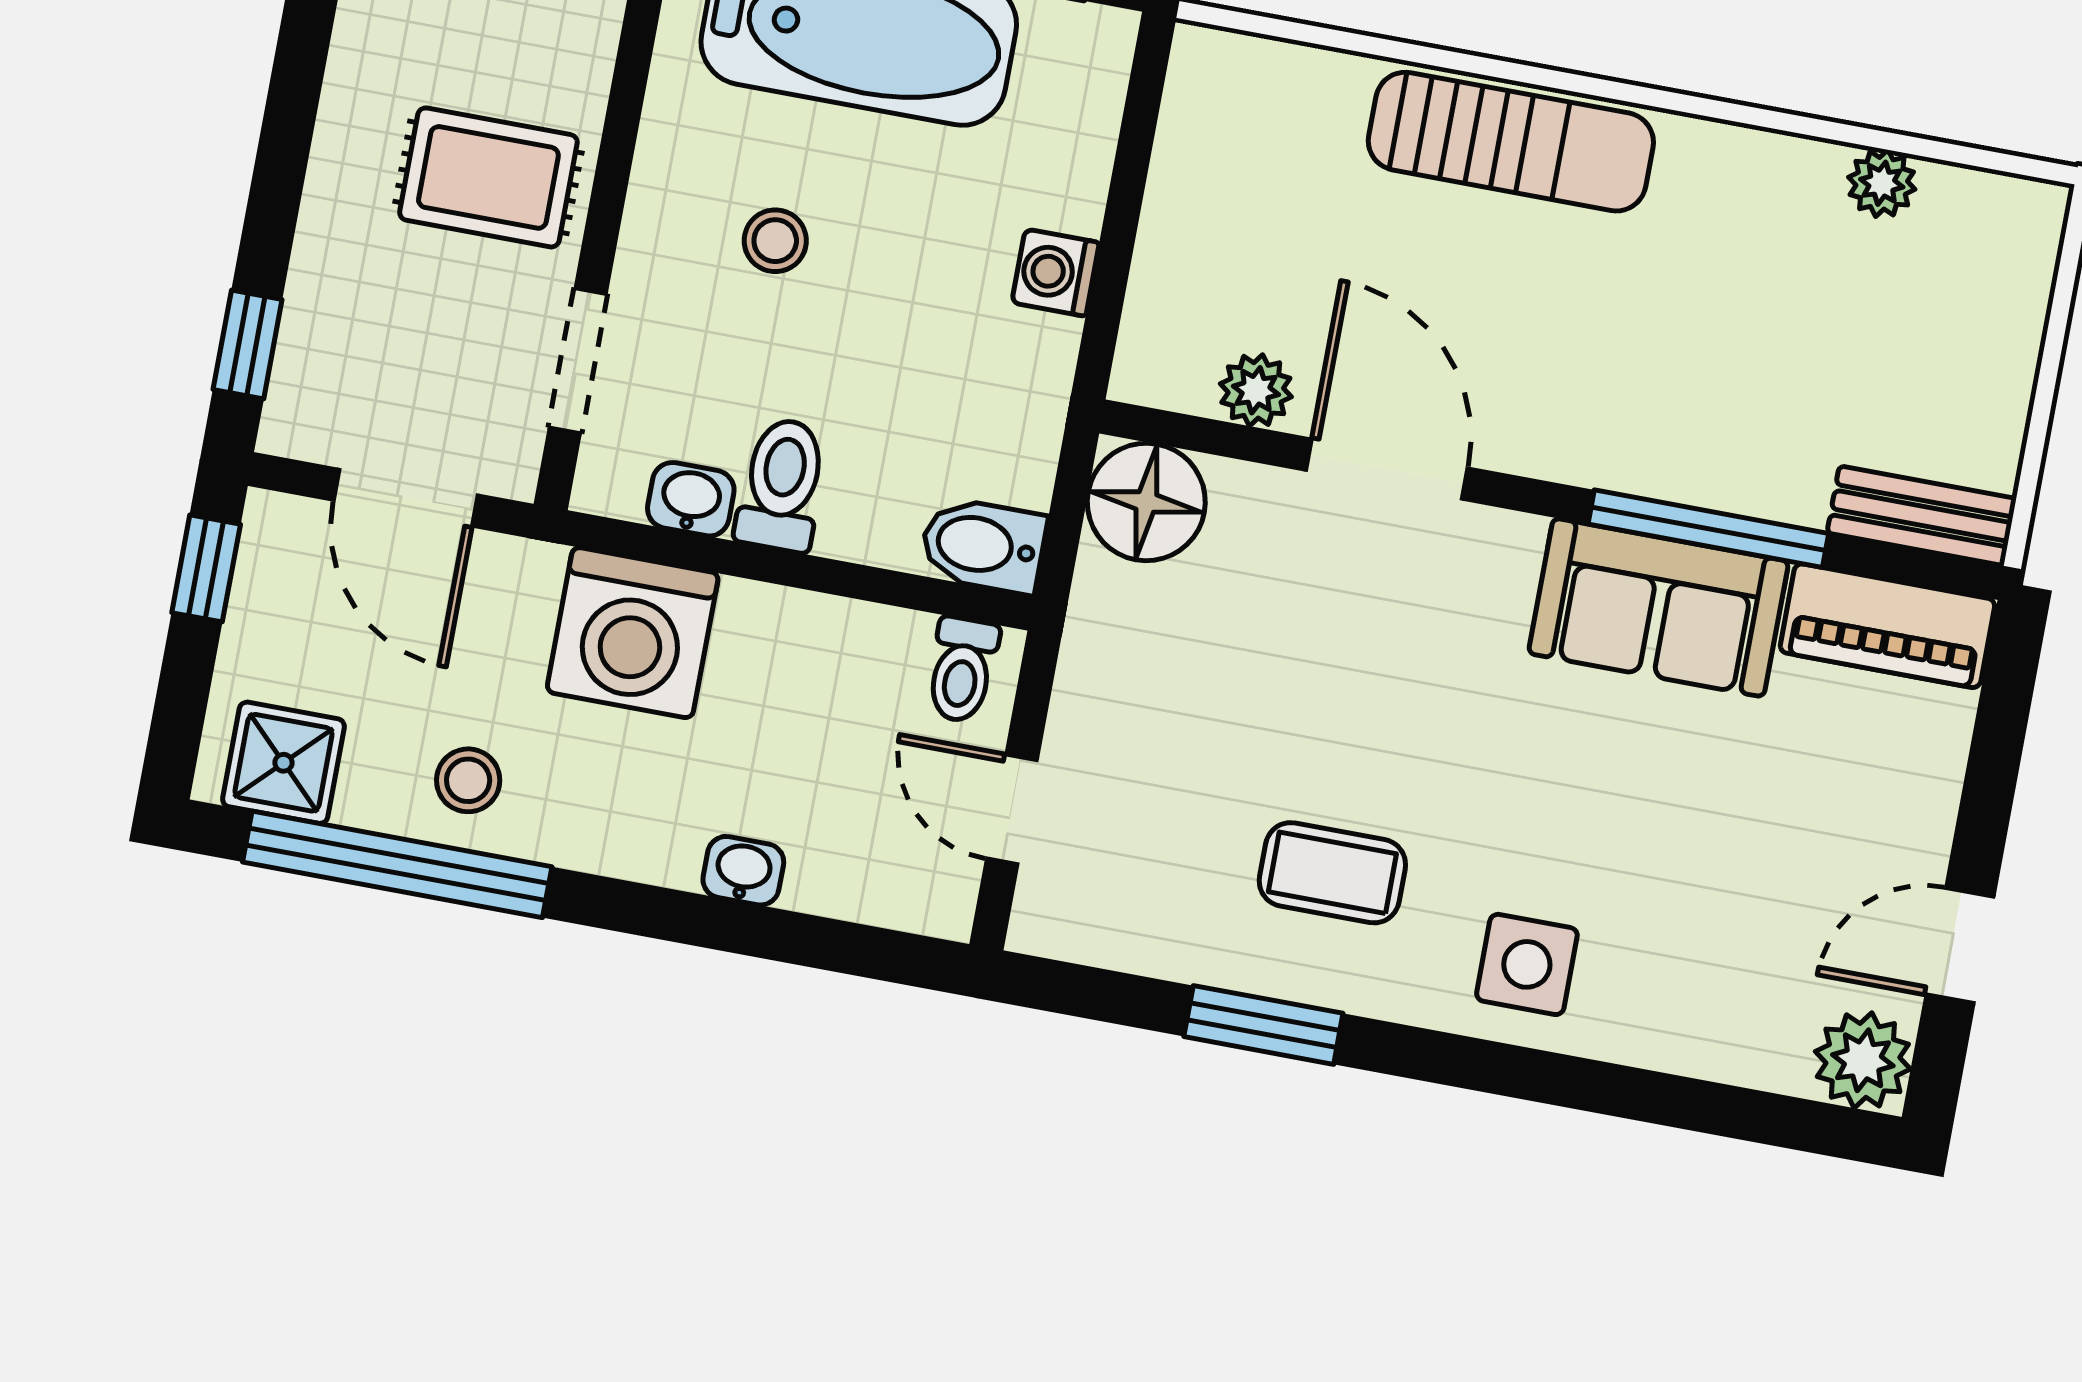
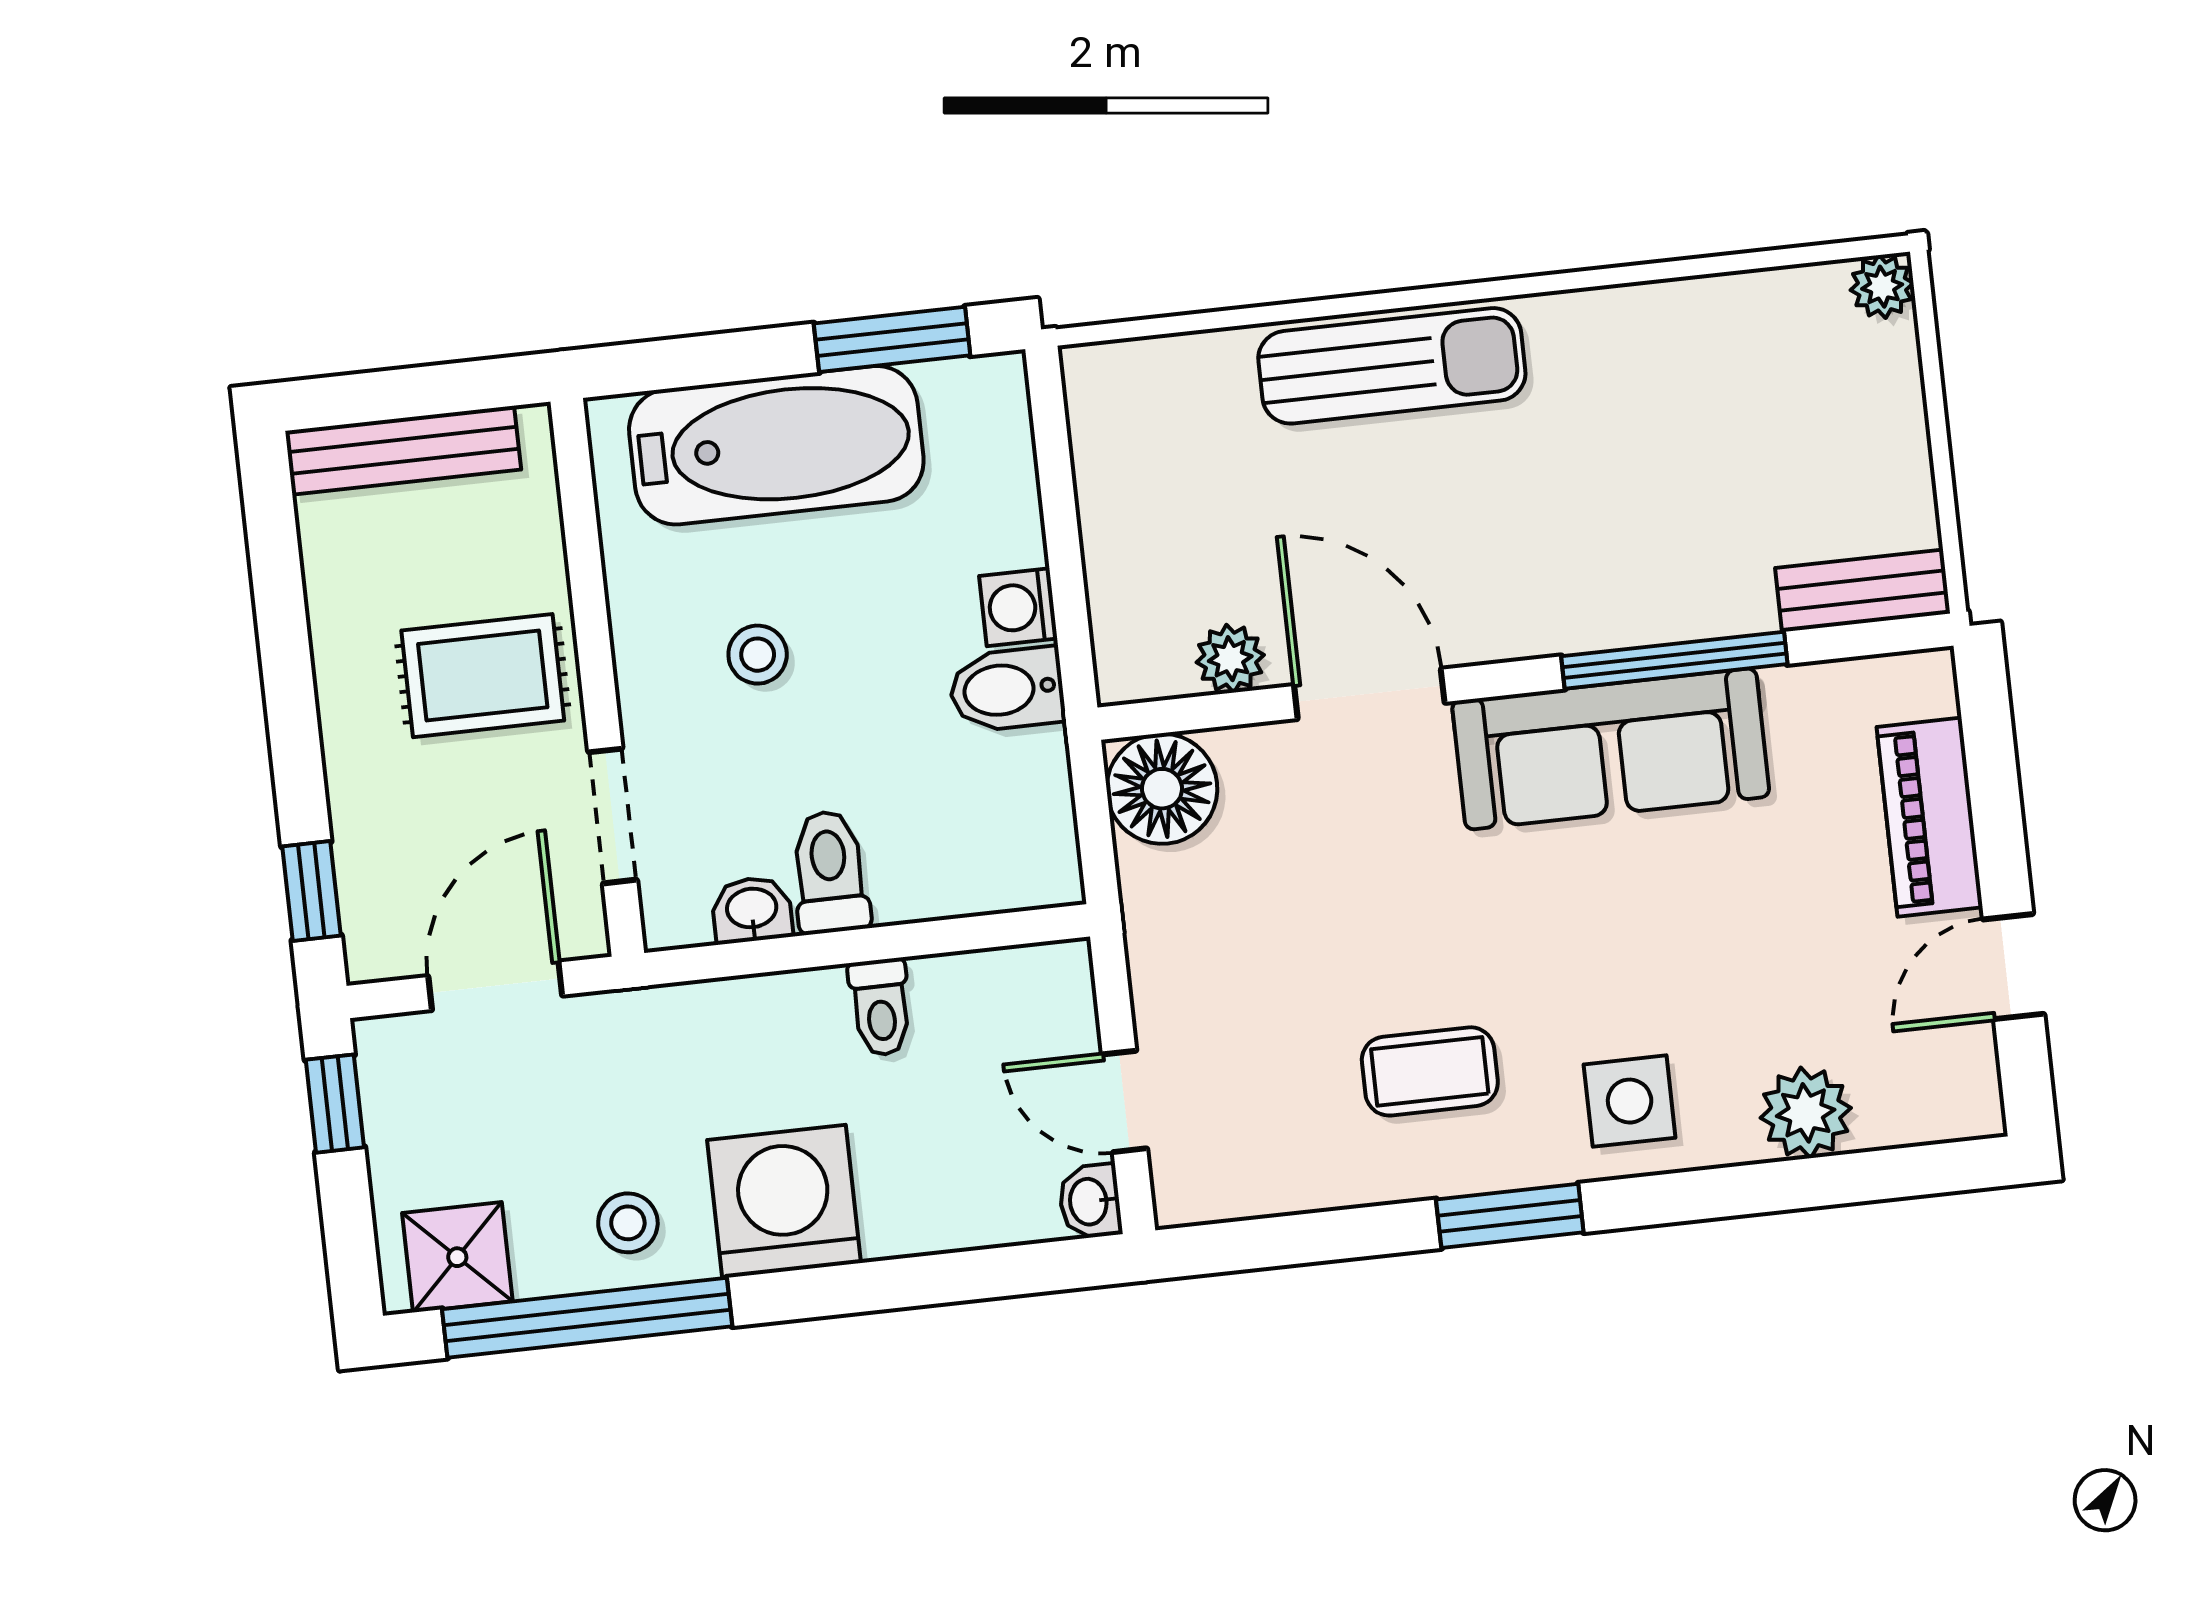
plant: (1882, 183) -> (1882, 287), moved
door: (406, 498) -> (495, 986), swing flipped
bidet: (983, 545) -> (1007, 689), moved
sofa: (1659, 607) -> (1611, 749), width x1.36
piano: (1887, 626) -> (1930, 817), moved, turned 90
washing machine: (633, 633) -> (784, 1201), moved, turned 180
toilet: (962, 670) -> (881, 1007), moved
washbasin: (743, 871) -> (1090, 1201), moved, turned -90
window: (1263, 1025) -> (1510, 1216), moved
plant: (1863, 1060) -> (1806, 1113), moved

